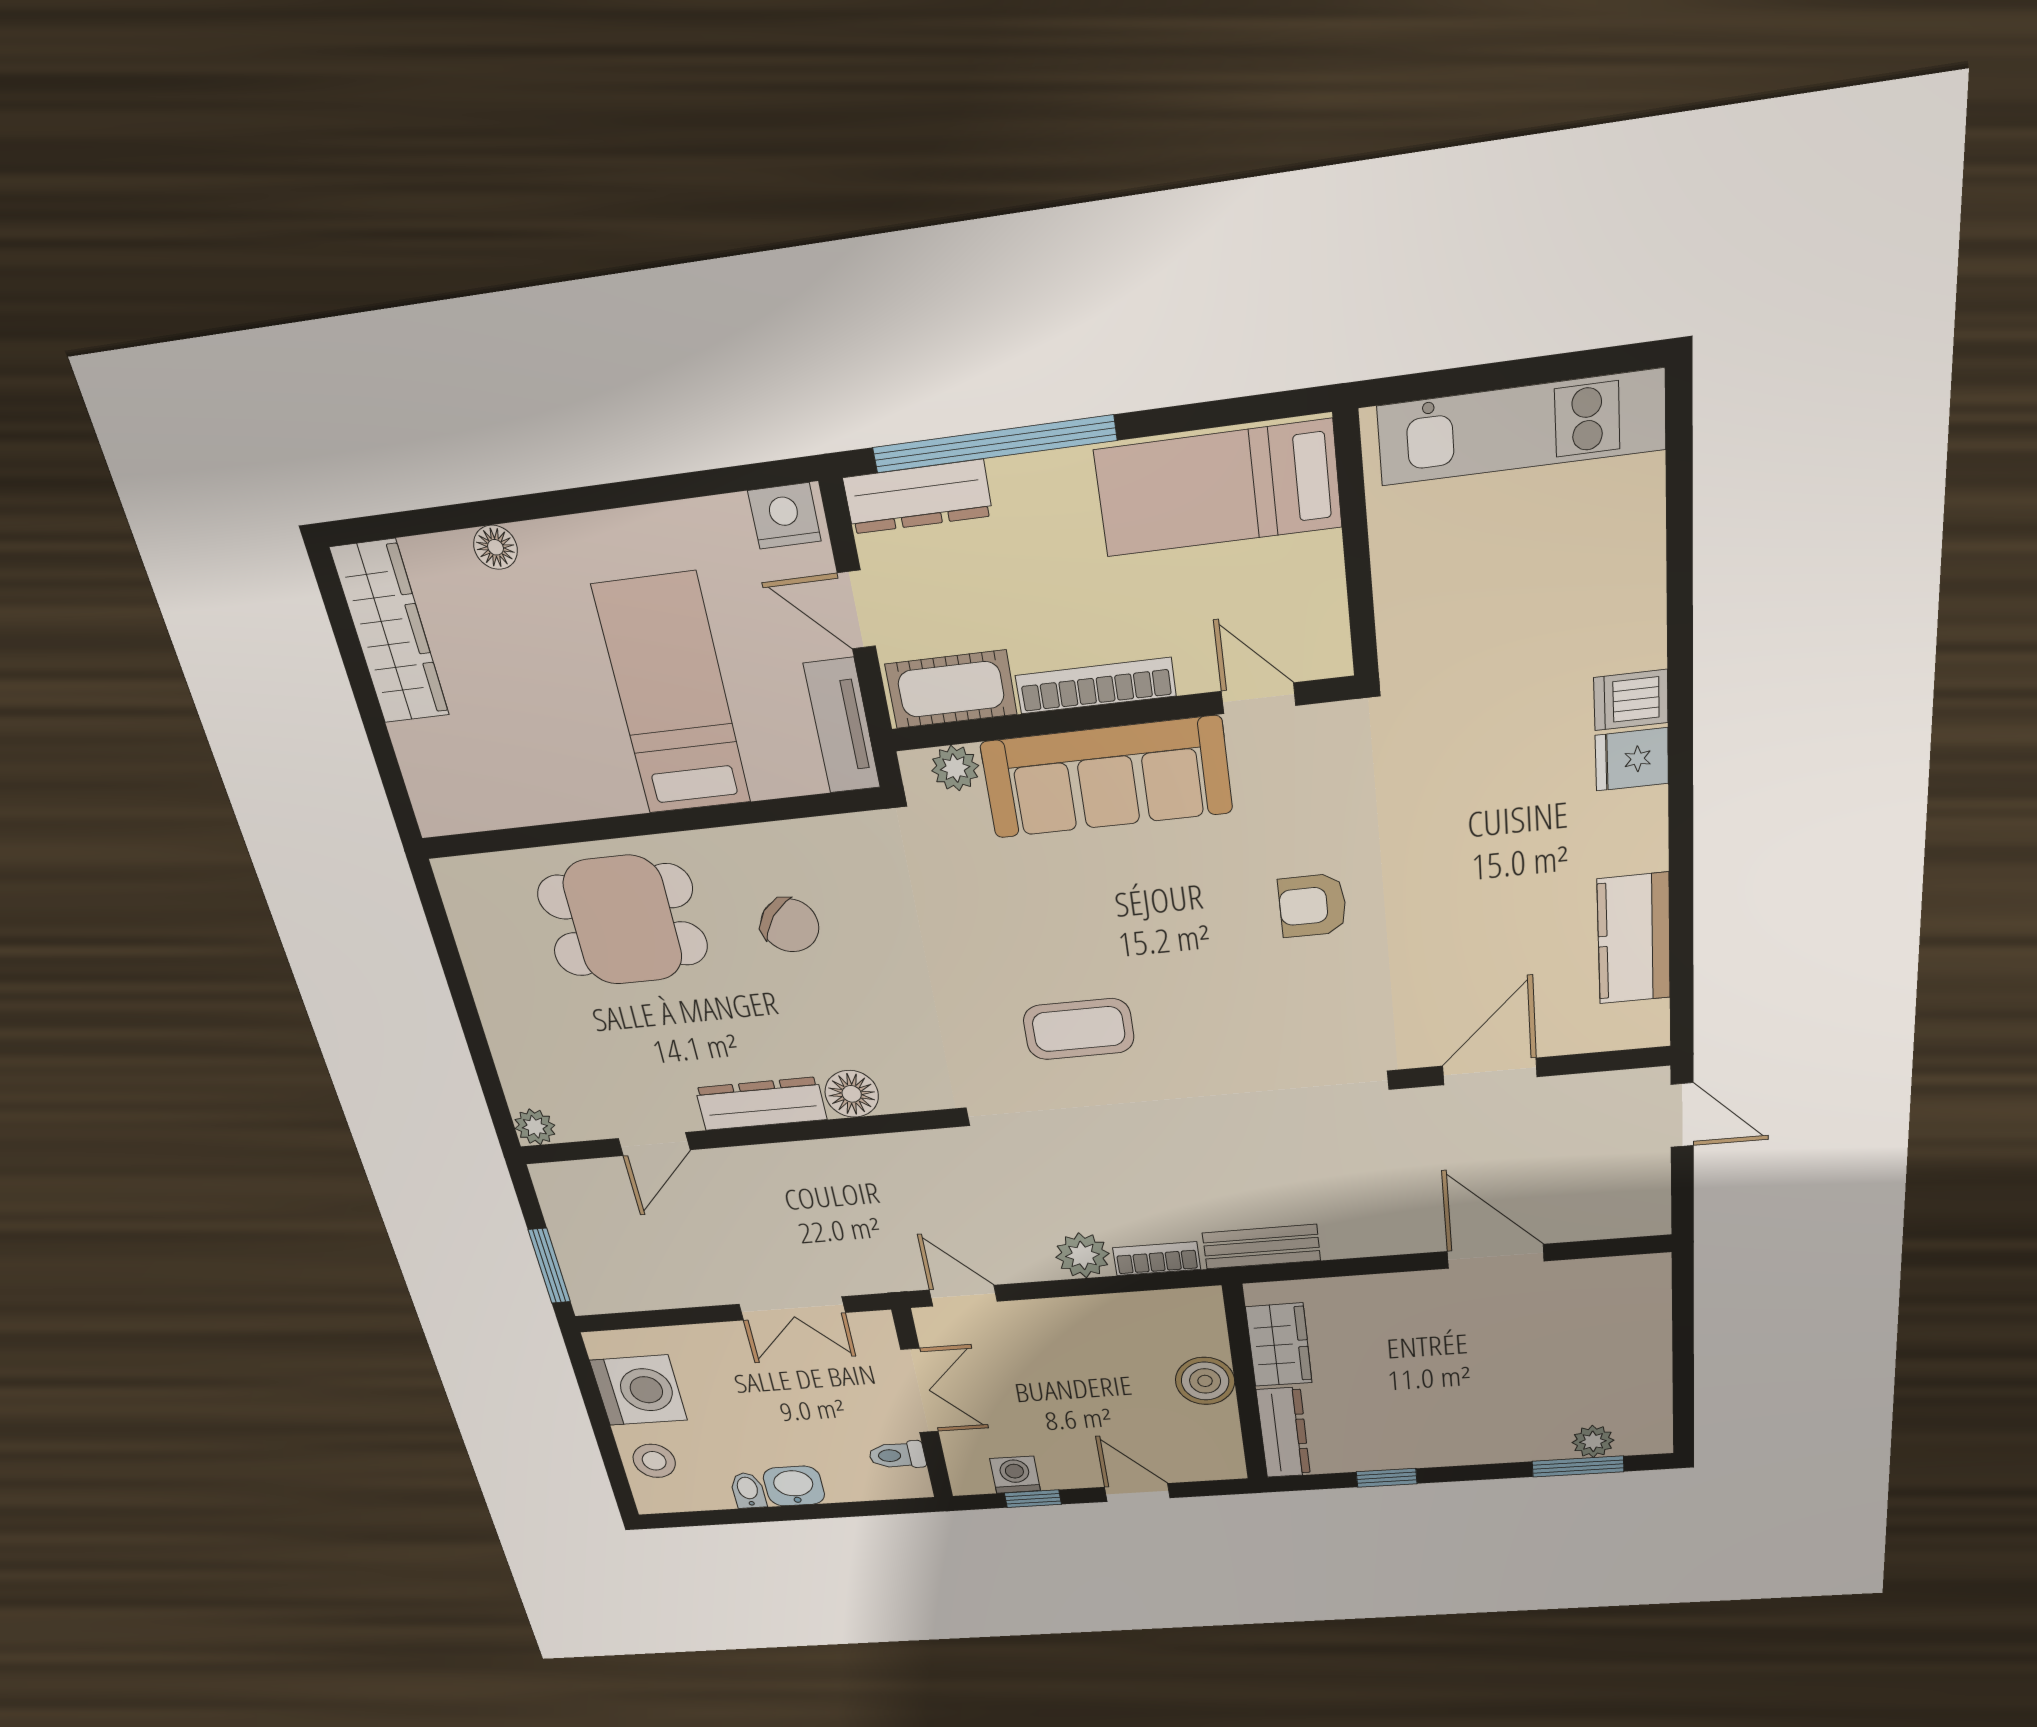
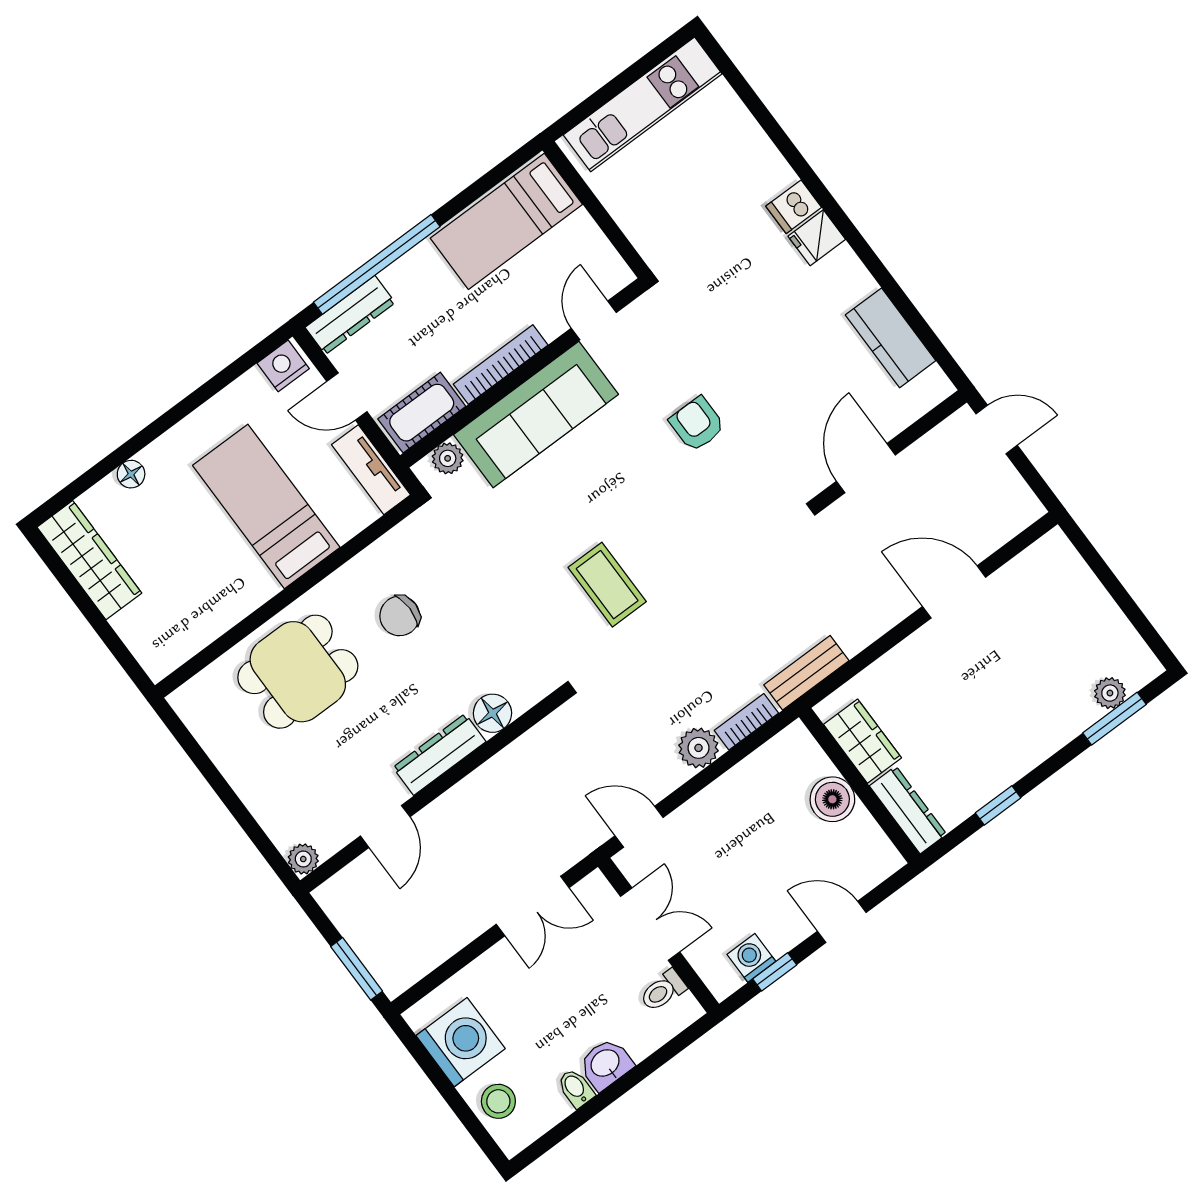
door: (1259, 698) -> (594, 320), hinge flipped
armchair: (1313, 905) -> (697, 424), turned 90
chair: (790, 925) -> (400, 616), turned 141
coffee table: (1079, 1029) -> (607, 585), turned 90

